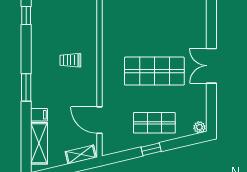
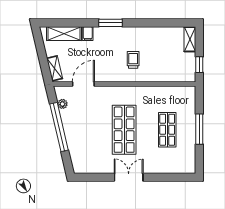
window: (26, 15) -> (170, 23), removed
shop shelf: (154, 123) -> (167, 130), moved
plant: (199, 127) -> (62, 104), moved
window: (151, 149) -> (59, 127), width x3.17

